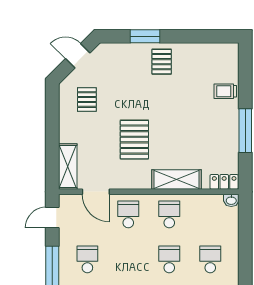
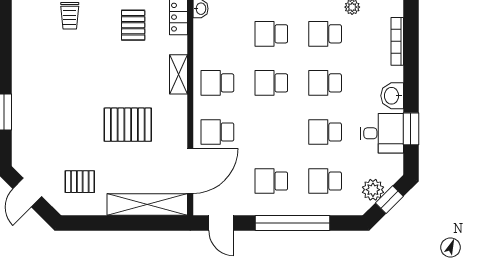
pallet: (162, 62) -> (133, 25), moved, turned 90
shelving: (68, 166) -> (147, 204), width x1.47
shelving: (176, 179) -> (178, 74), width x0.67, depth x0.75
door: (96, 192) -> (190, 171), width x1.36

